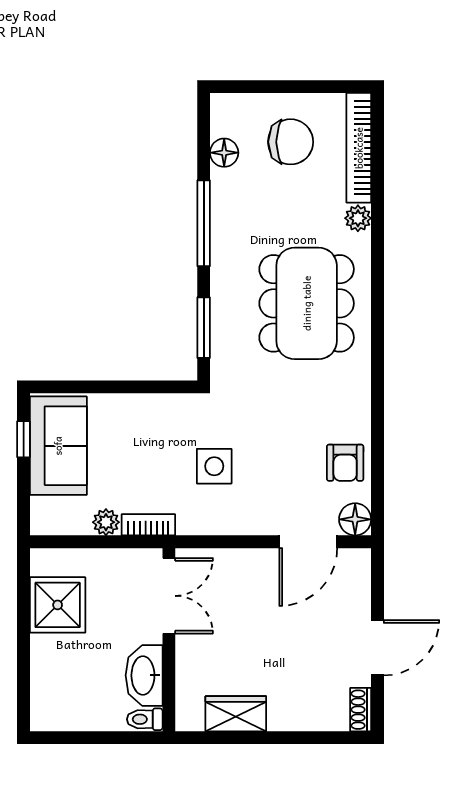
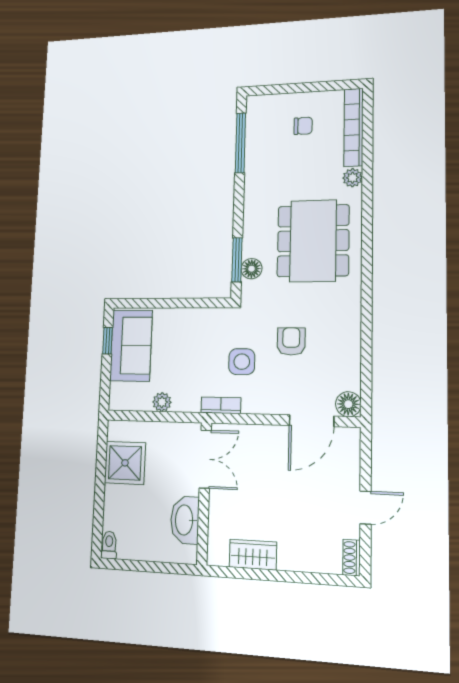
chair: (291, 142) -> (303, 126), width x0.54, depth x0.54
floor lamp: (224, 153) -> (252, 269), moved
window: (204, 223) -> (240, 143), moved
armchair: (345, 463) -> (291, 341), moved, turned 180
bookcase: (148, 525) -> (221, 405), moved
door: (377, 648) -> (366, 508), width x0.73
toilet: (145, 719) -> (109, 545), moved, turned 90

